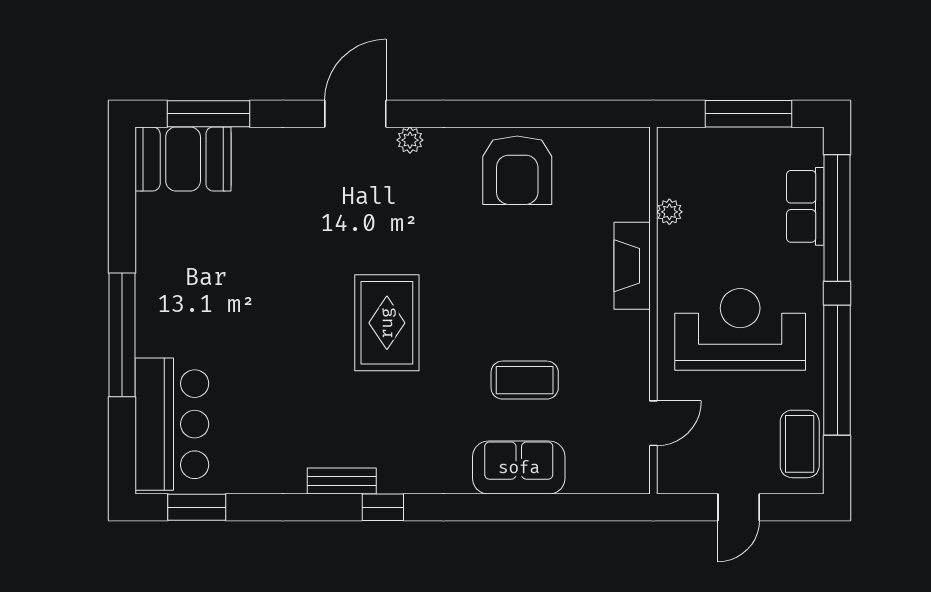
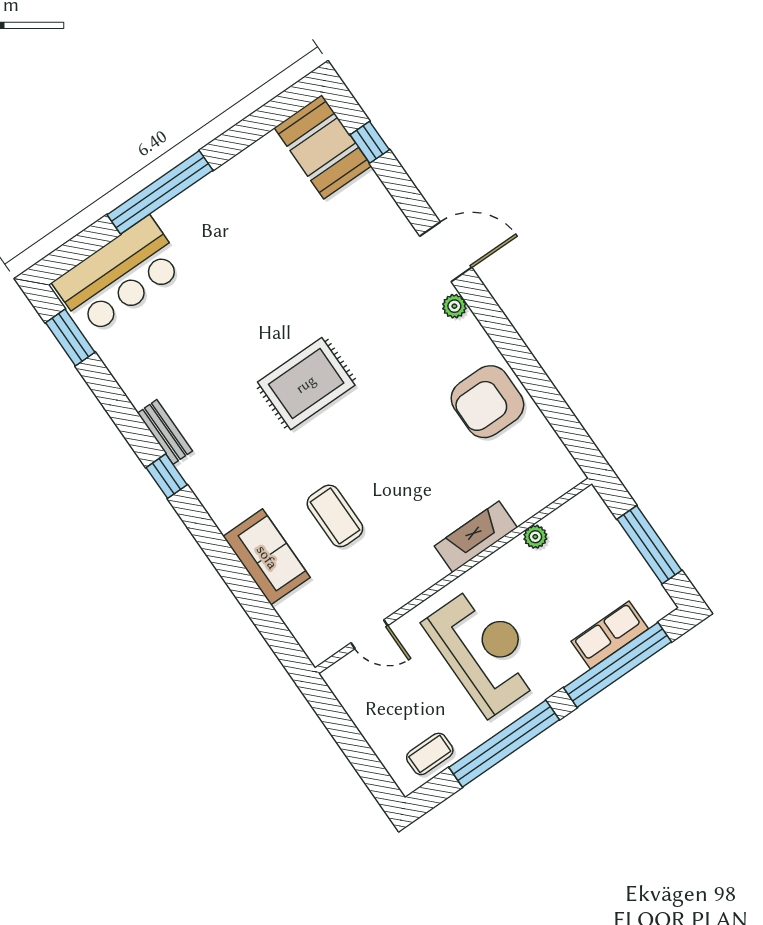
window: (208, 114) -> (370, 142), width x0.46
coffee table: (800, 444) -> (430, 754), width x0.73, depth x0.77
door: (739, 507) -> (351, 741), removed

